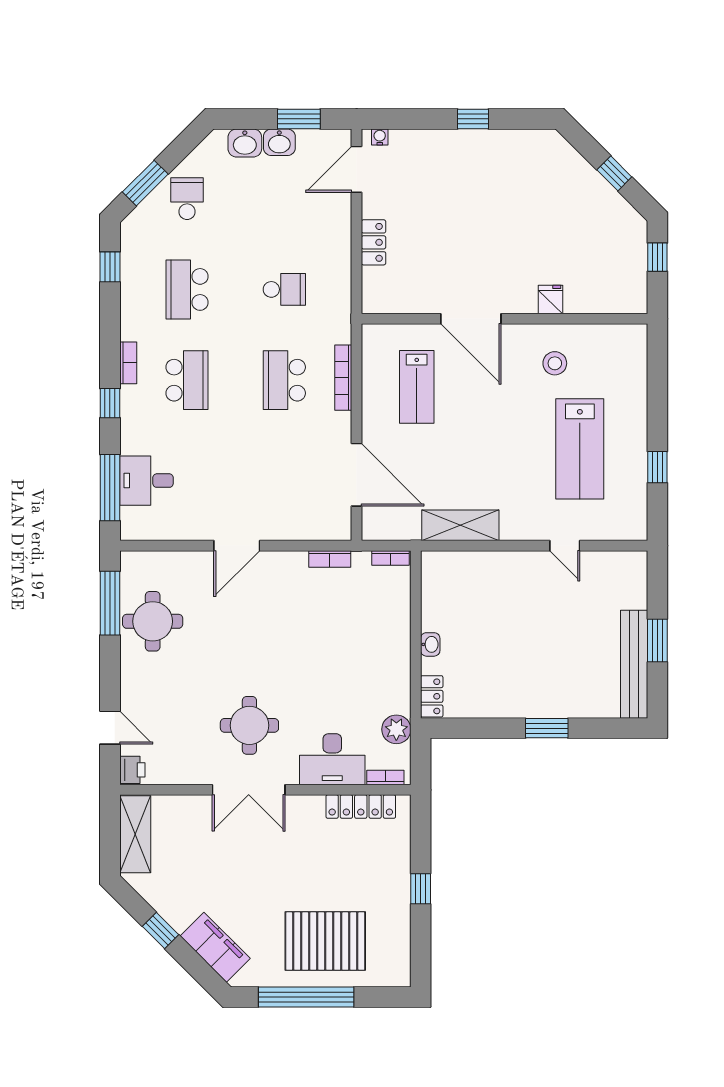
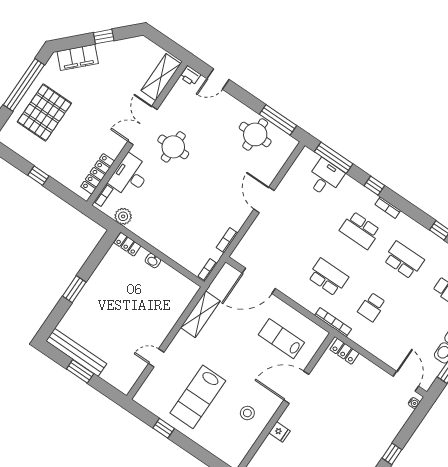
locker: (374, 242) -> (344, 351), moved
bookcase: (343, 378) -> (333, 322), moved
lab bench: (580, 449) -> (198, 397), turned -90
shelving: (135, 834) -> (161, 77), moved, turned 90

